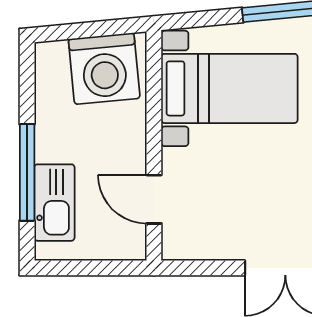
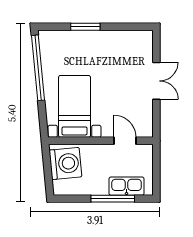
door: (154, 199) -> (125, 141), swing flipped

